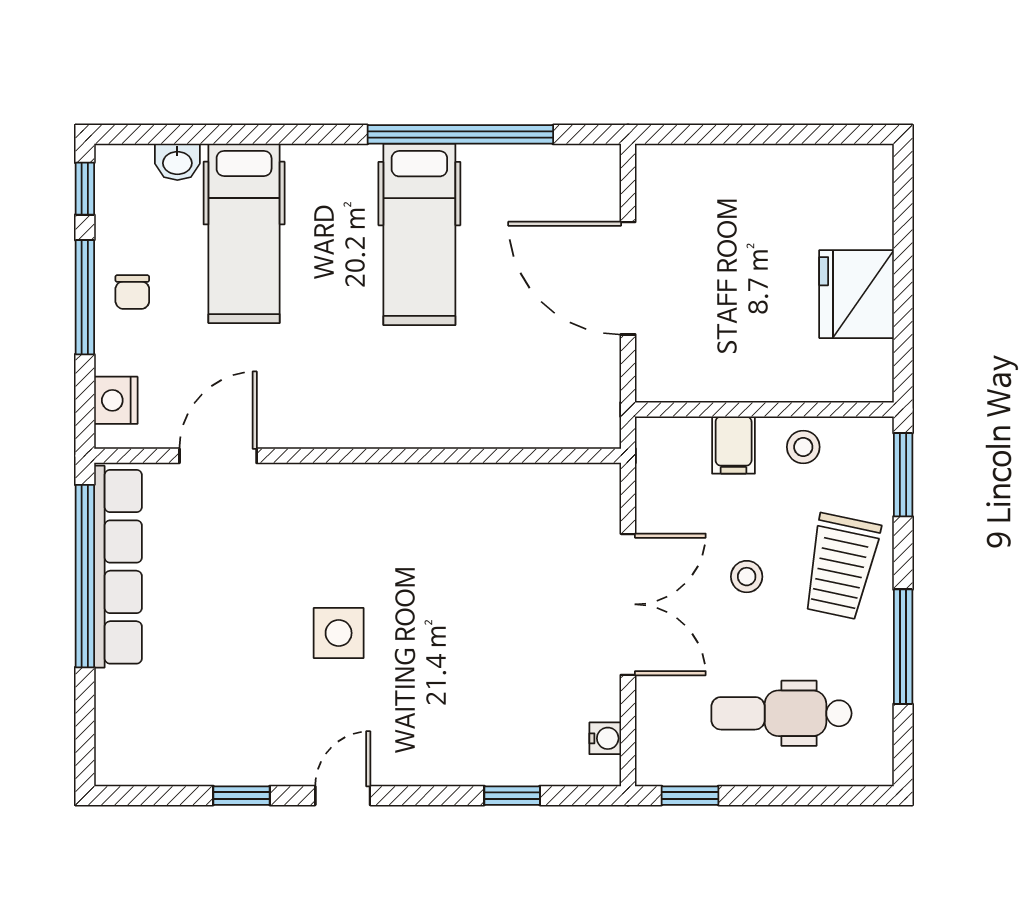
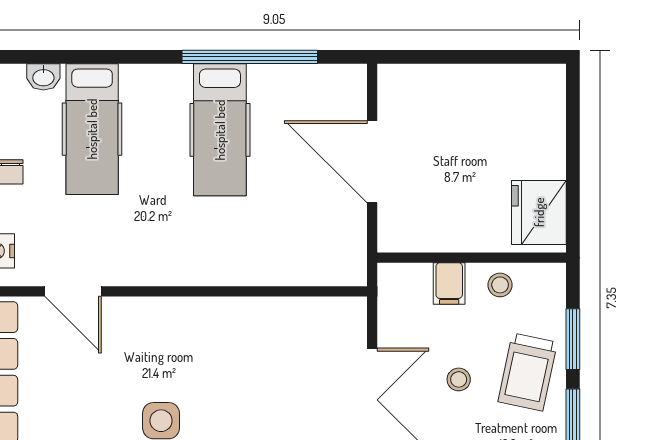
fridge: (857, 294) -> (539, 212), moved
door: (218, 456) -> (73, 291), swing flipped
window: (903, 475) -> (573, 339), moved

